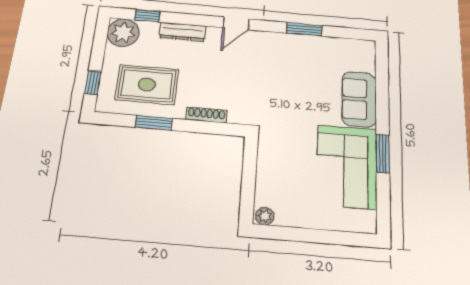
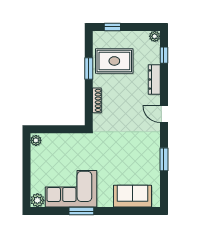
plant: (123, 33) -> (155, 36), width x0.53, depth x0.53
rug: (147, 84) -> (114, 61), turned 90
sofa: (359, 99) -> (133, 196), moved
plant: (366, 222) -> (37, 200), added

